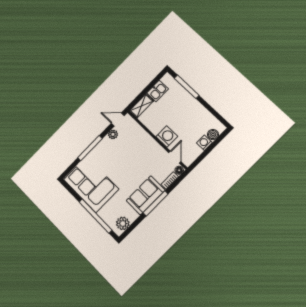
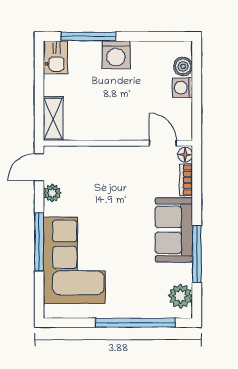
kitchen sink: (158, 91) -> (55, 57), moved
washing machine: (167, 137) -> (116, 55), moved, turned 180
corner sofa: (91, 184) -> (74, 260), moved, turned 90
window: (156, 203) -> (197, 254), moved

